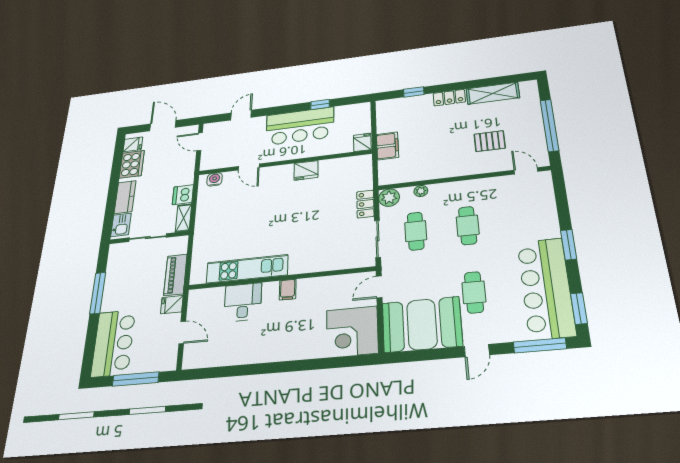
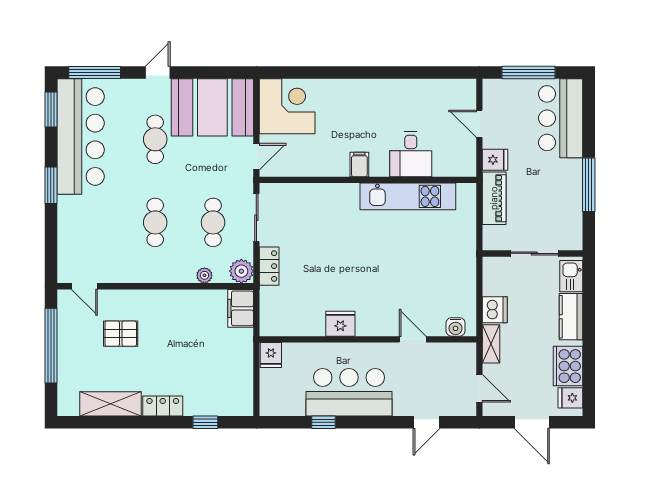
filing cabinet: (387, 146) -> (241, 308), moved
shelving: (184, 218) -> (491, 344), moved

